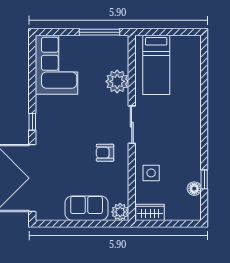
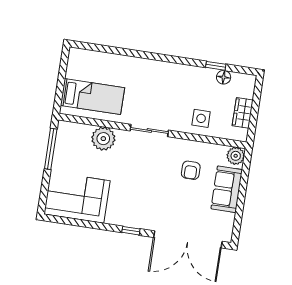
armchair: (105, 153) -> (191, 170), moved
wardrobe: (150, 212) -> (243, 113), moved

